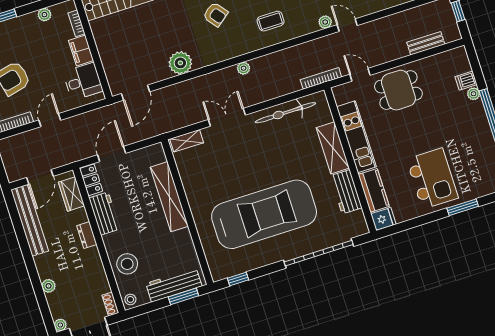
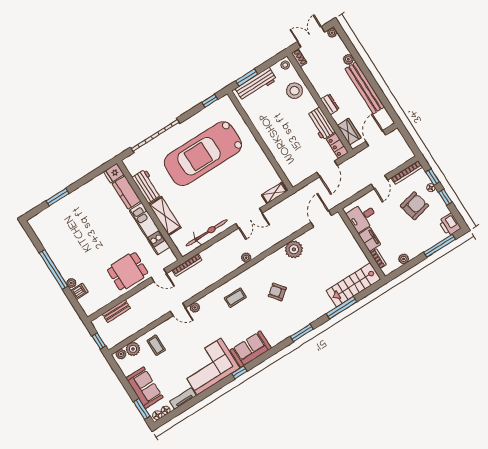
kitchen island: (432, 179) -> (85, 212), removed
shelving: (169, 197) -> (276, 148), removed
bench: (30, 220) -> (365, 88), moved

